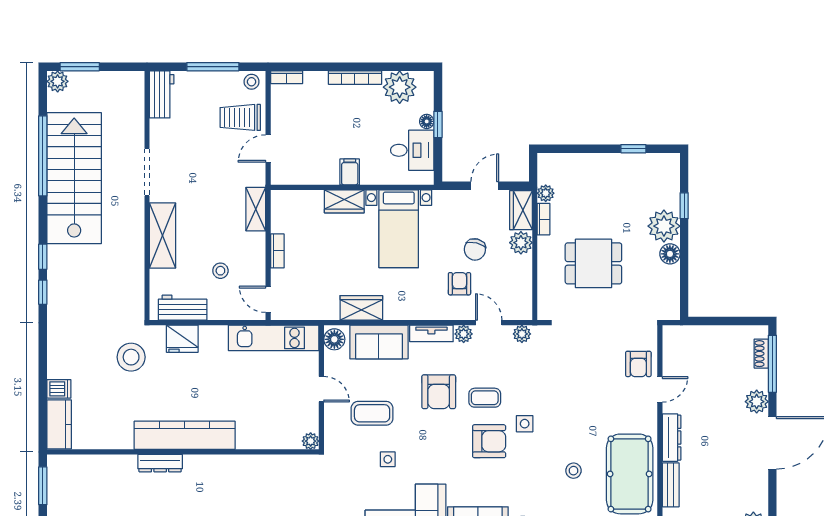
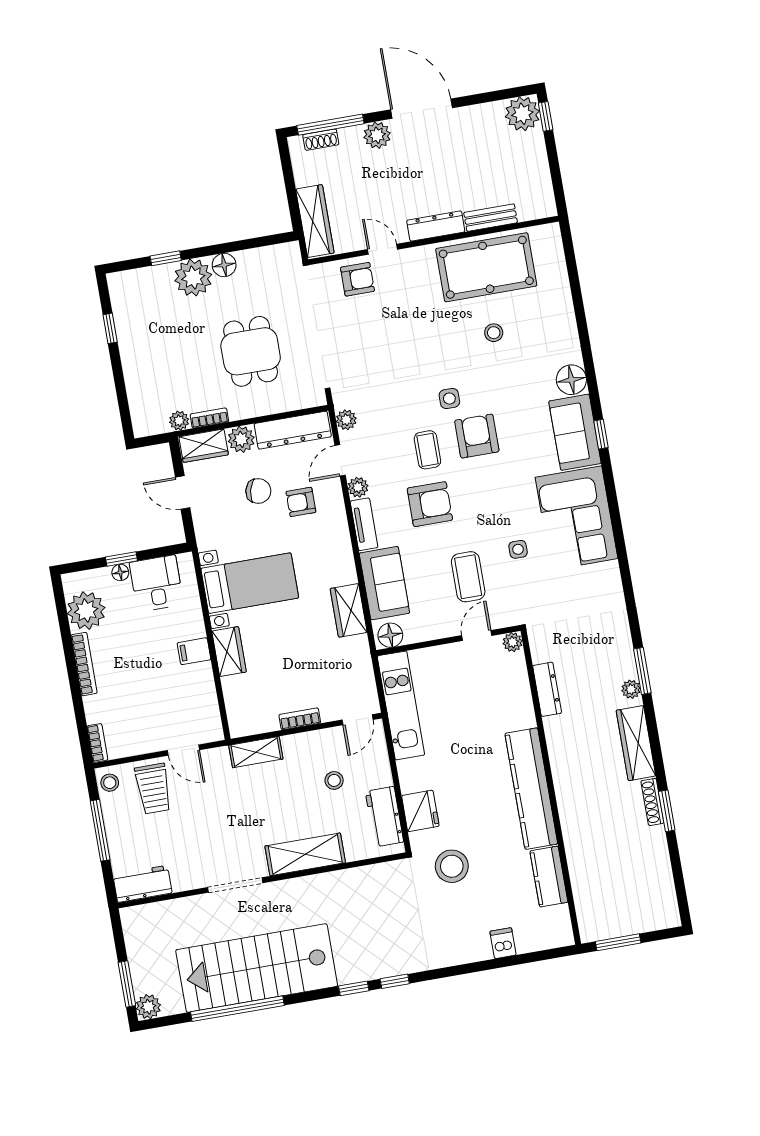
dresser: (521, 287) -> (293, 430), added
wardrobe: (694, 337) -> (315, 221), added
door: (321, 389) -> (477, 636), moved
kitchen counter: (59, 424) -> (549, 877), moved, turned -90
dresser: (160, 463) -> (547, 689), moved

